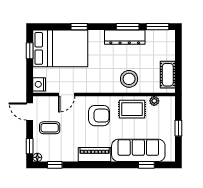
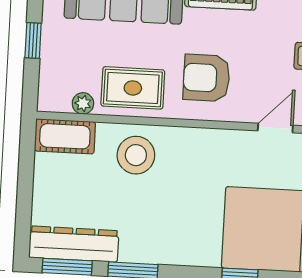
dresser: (125, 37) -> (74, 244), moved
cot: (168, 75) -> (65, 136), moved, turned 90

